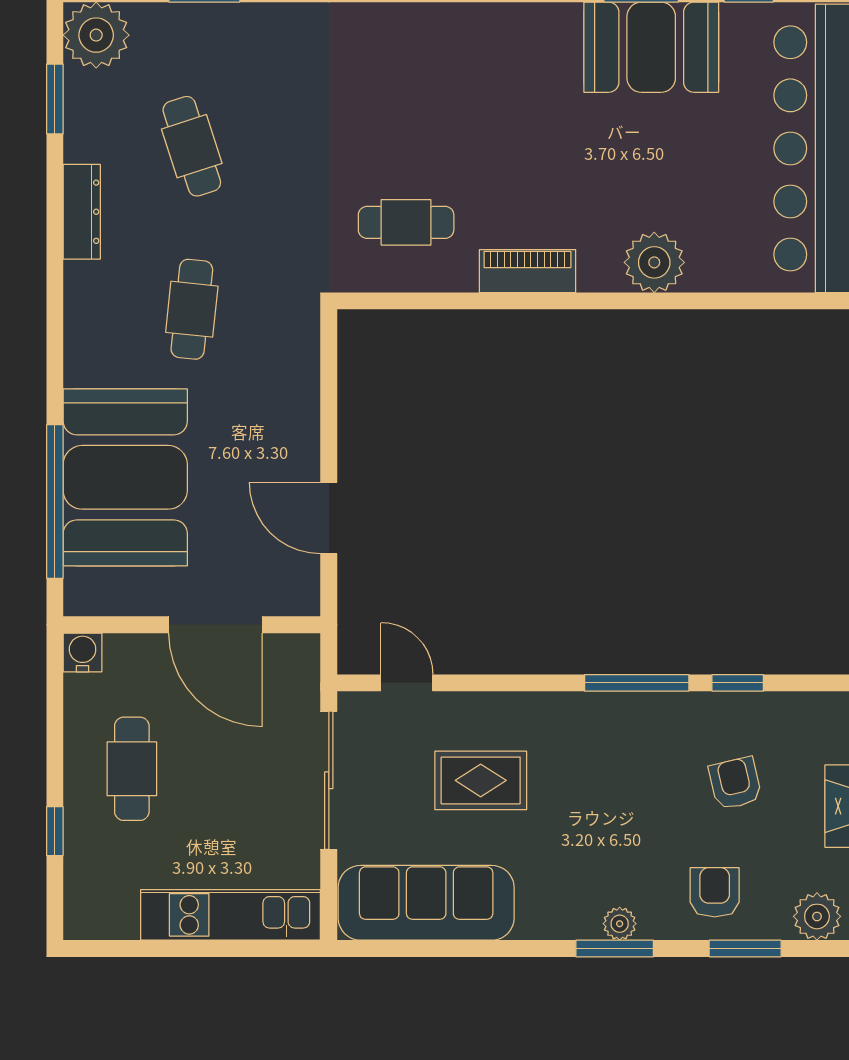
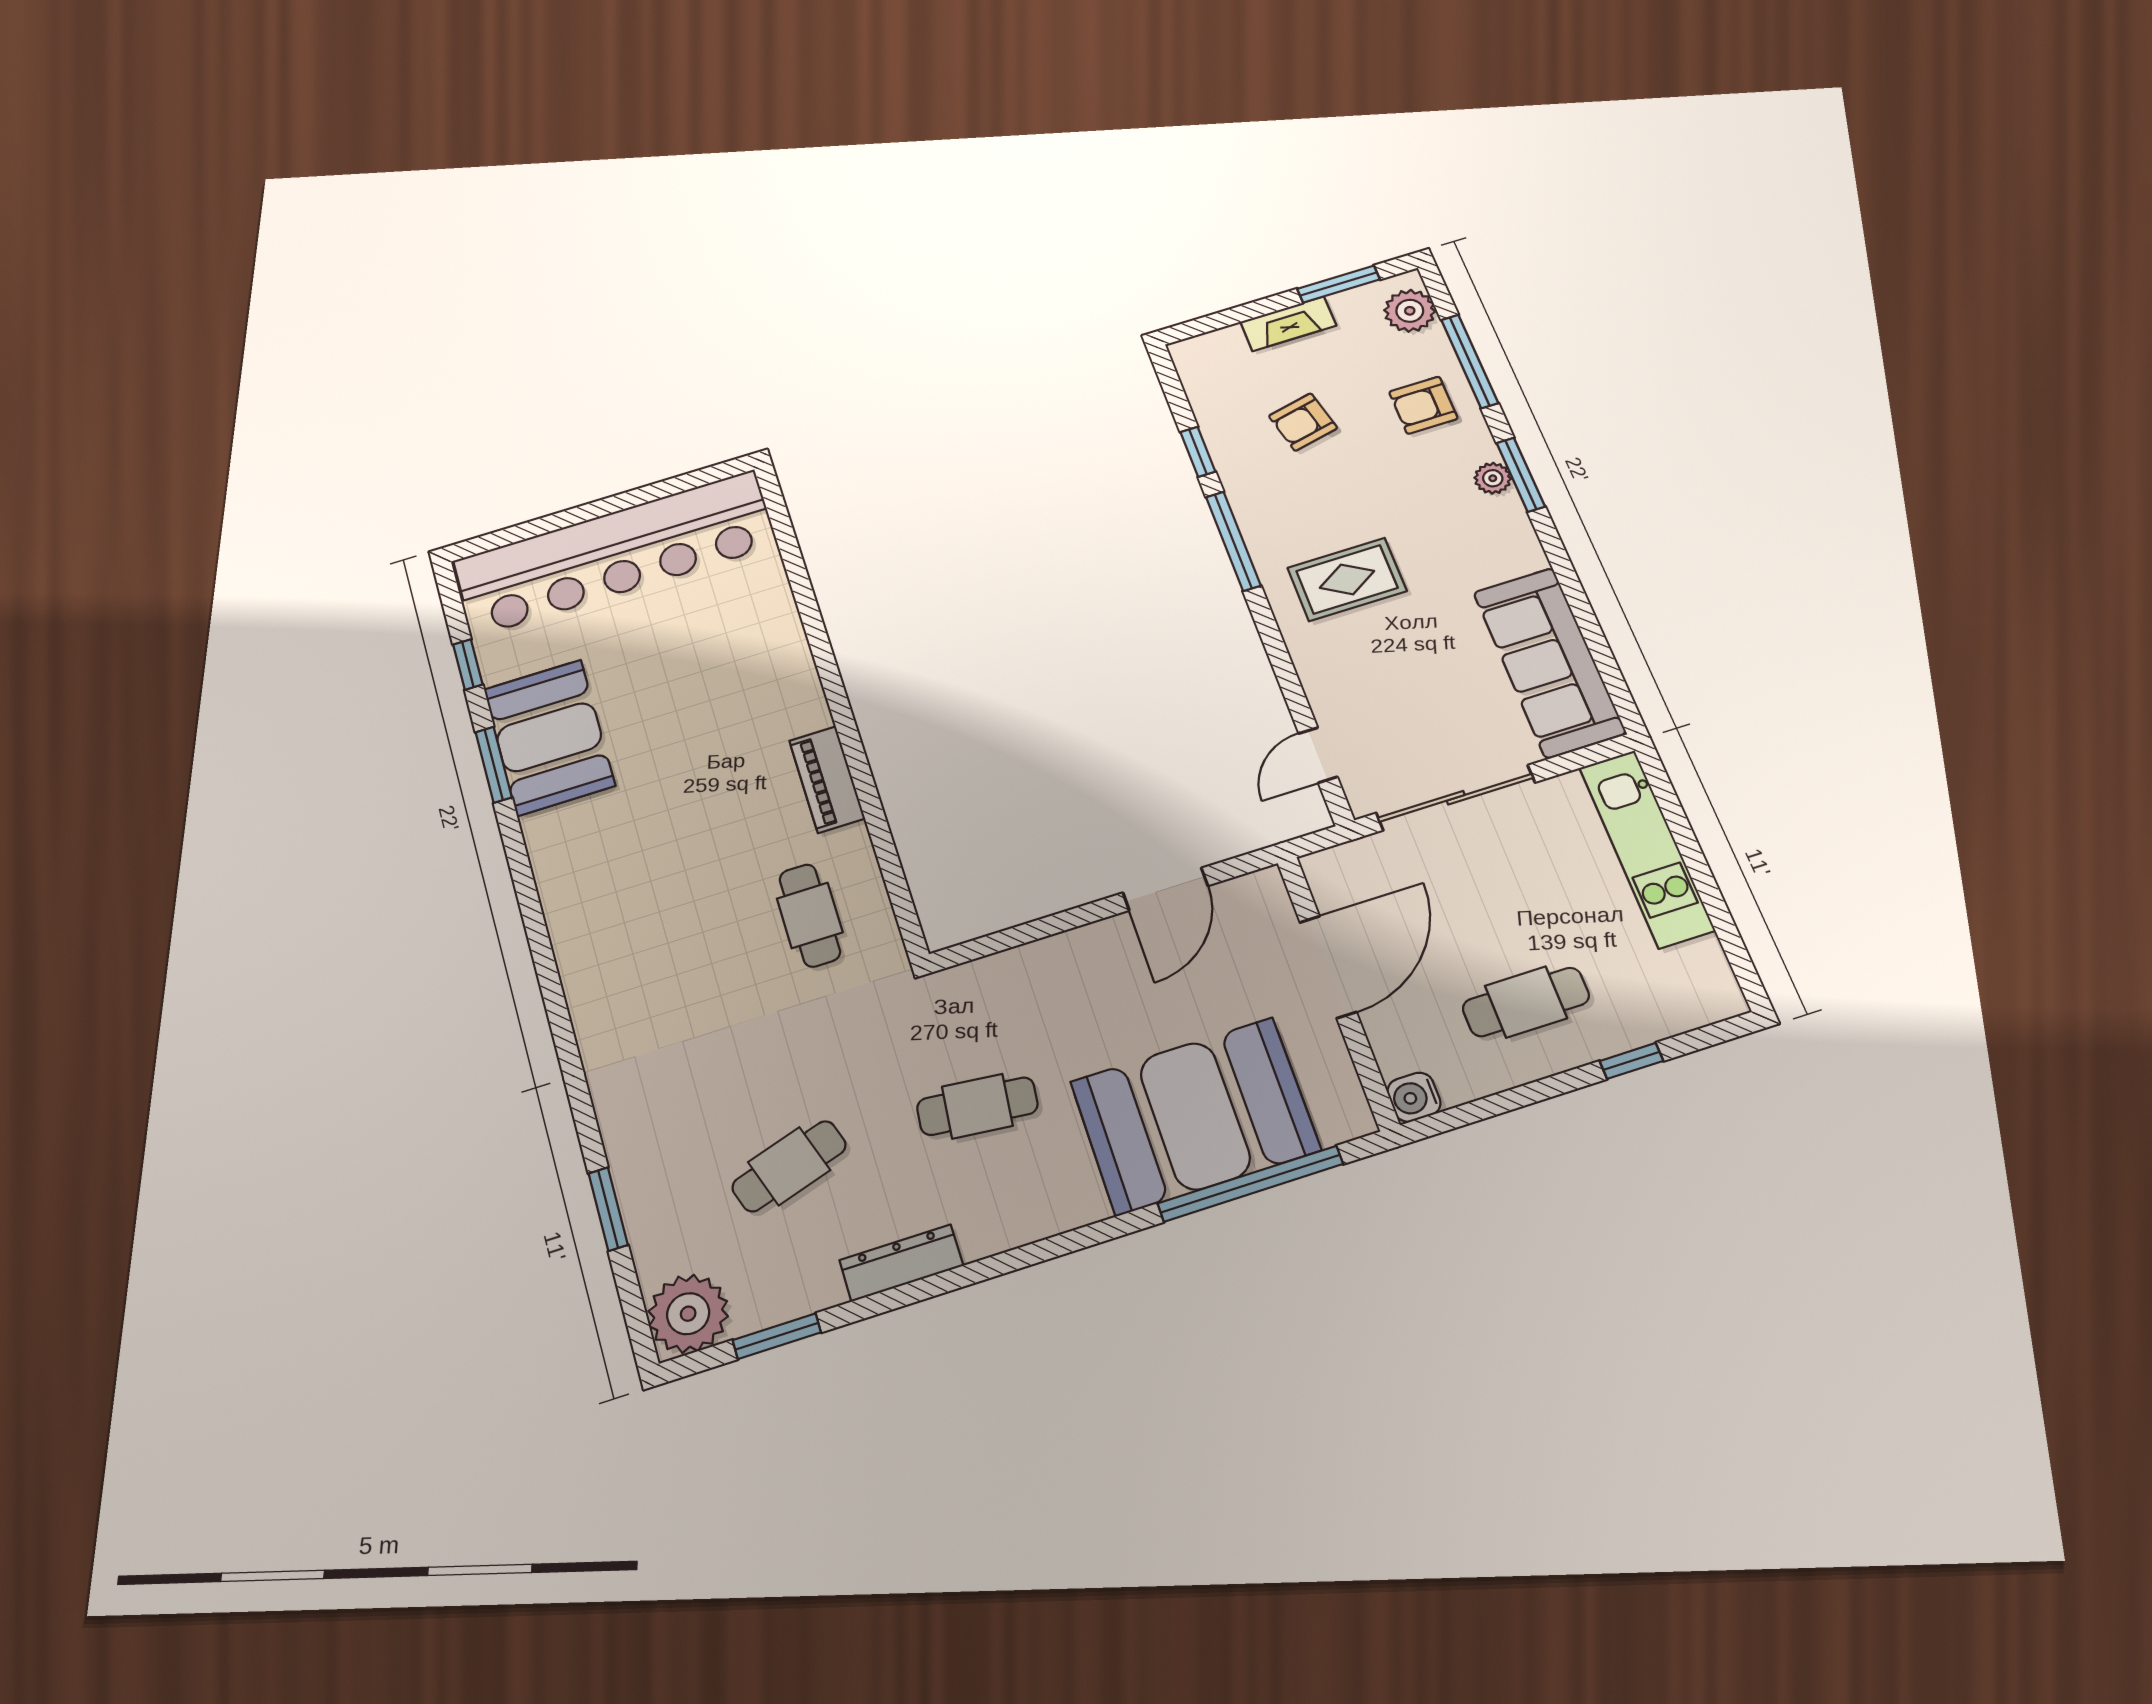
plant: (654, 262) -> (780, 663), removed
rug: (481, 780) -> (1347, 579), moved, turned 90
window: (745, 949) -> (1470, 361), width x1.44

